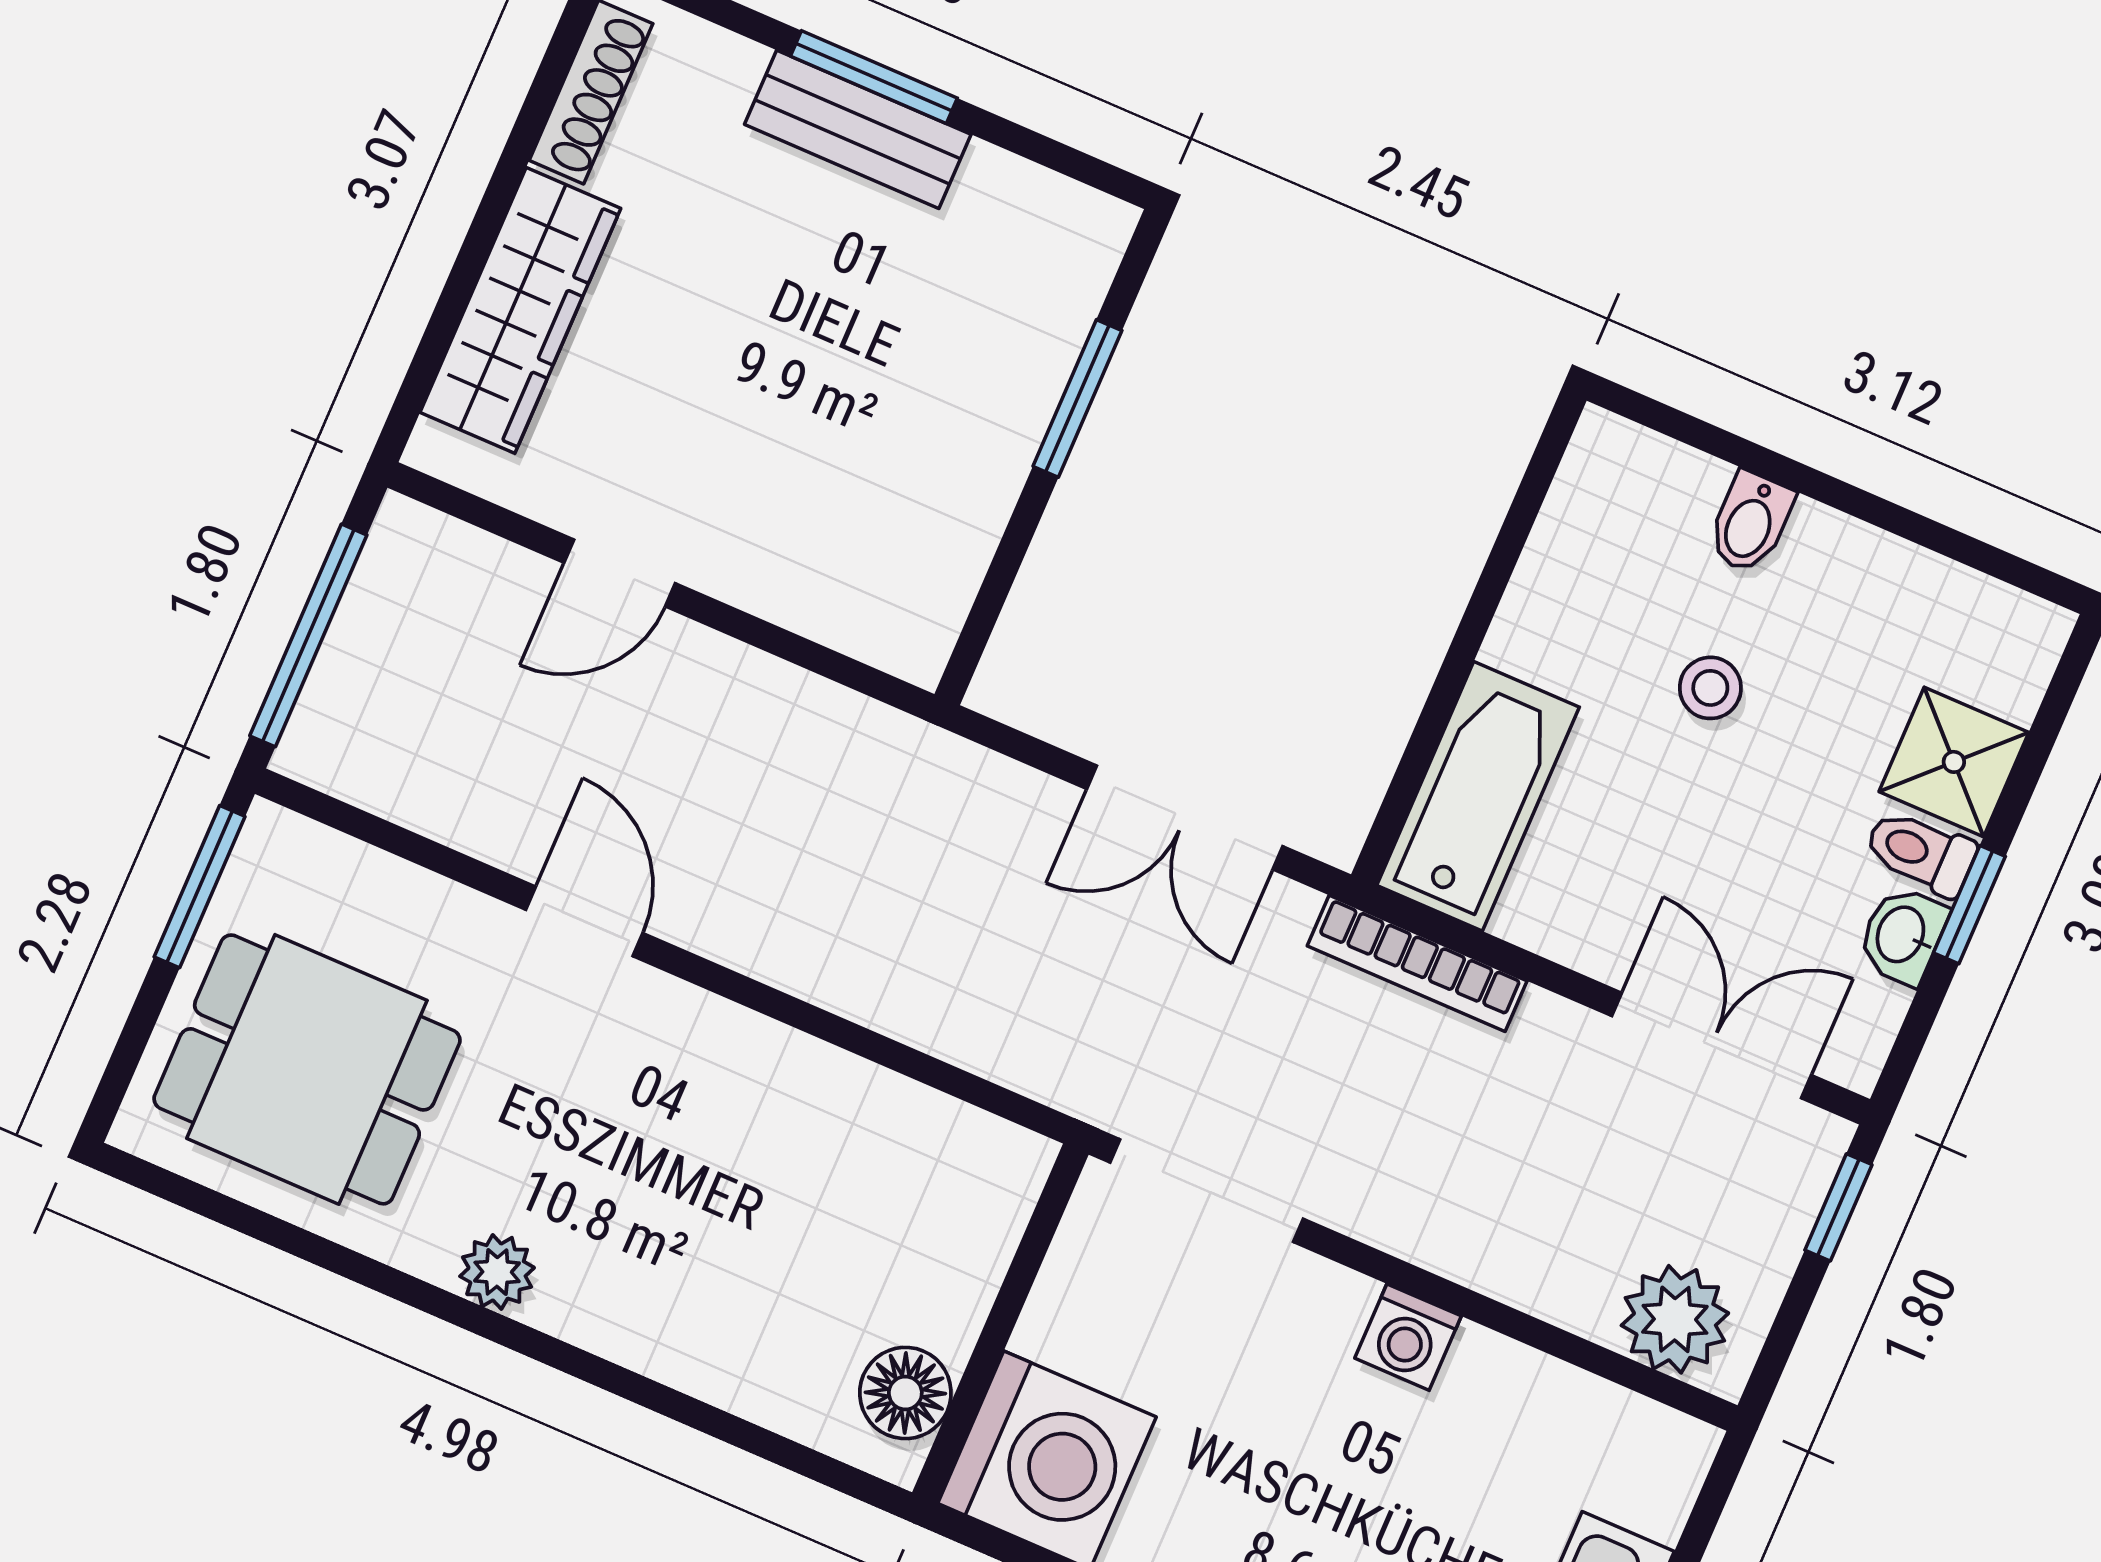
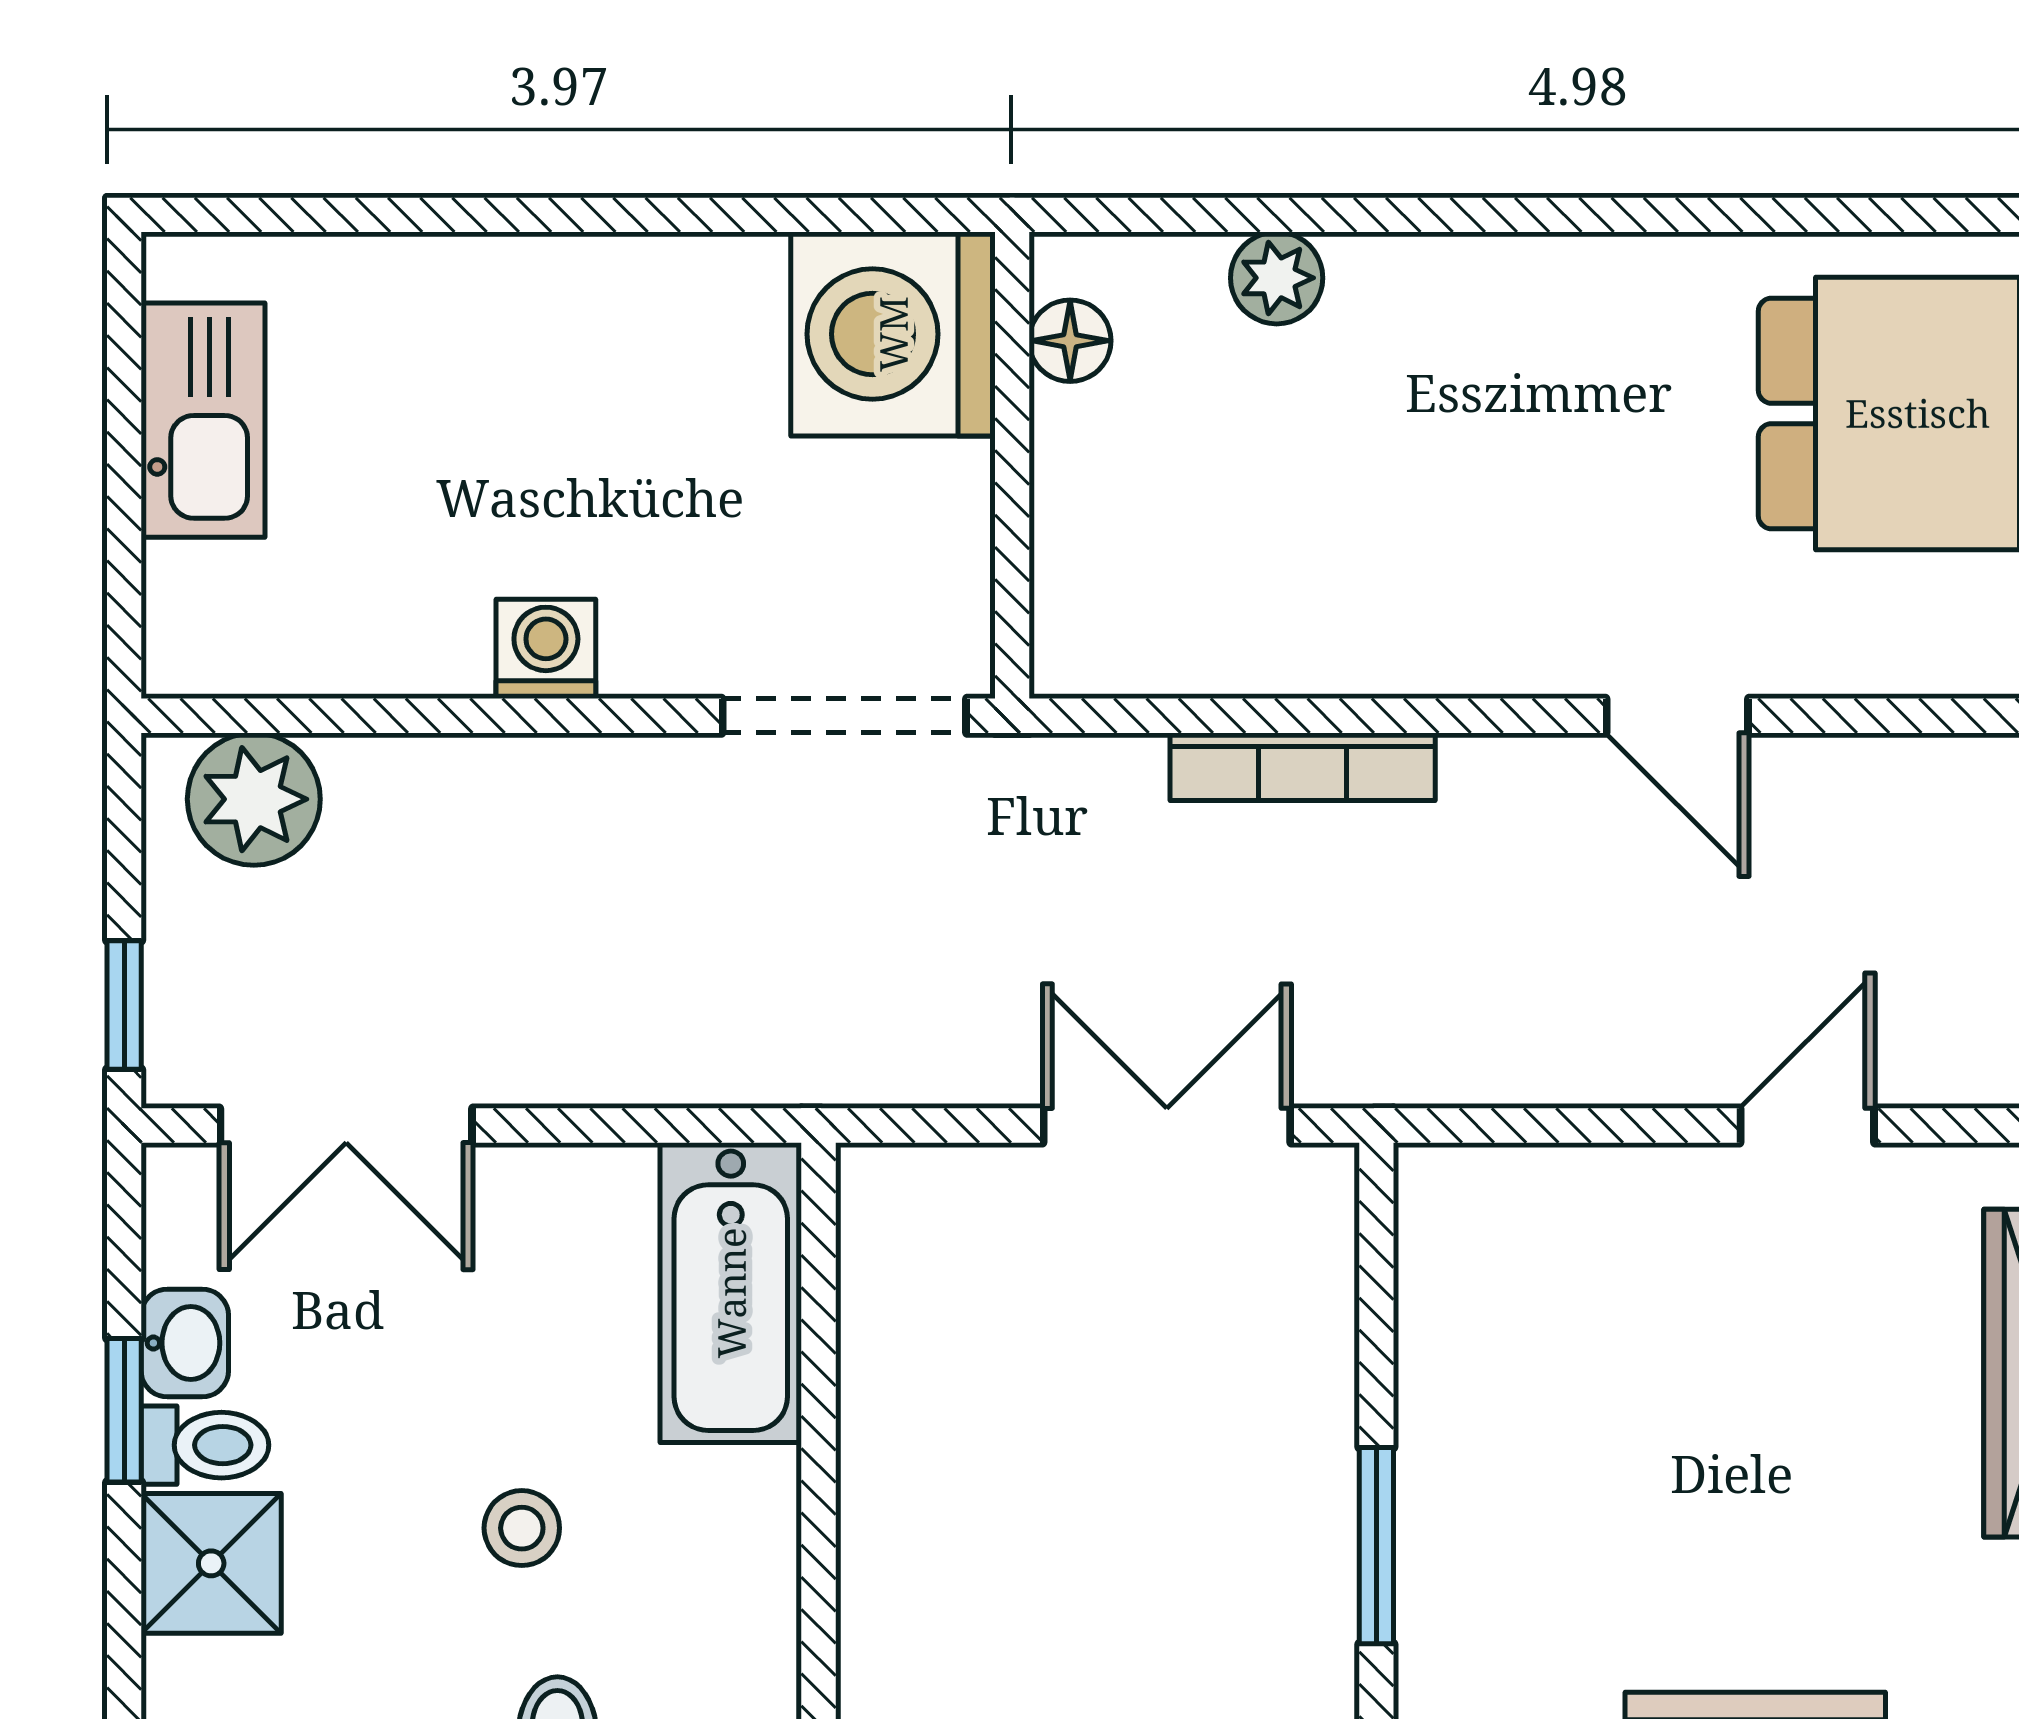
double door: (1185, 818) -> (1167, 1126), moved
bookcase: (1417, 963) -> (1303, 767), moved, turned 180
plant: (497, 1272) -> (1277, 278), moved
floor lamp: (905, 1393) -> (1070, 341), width x0.73, depth x0.73

